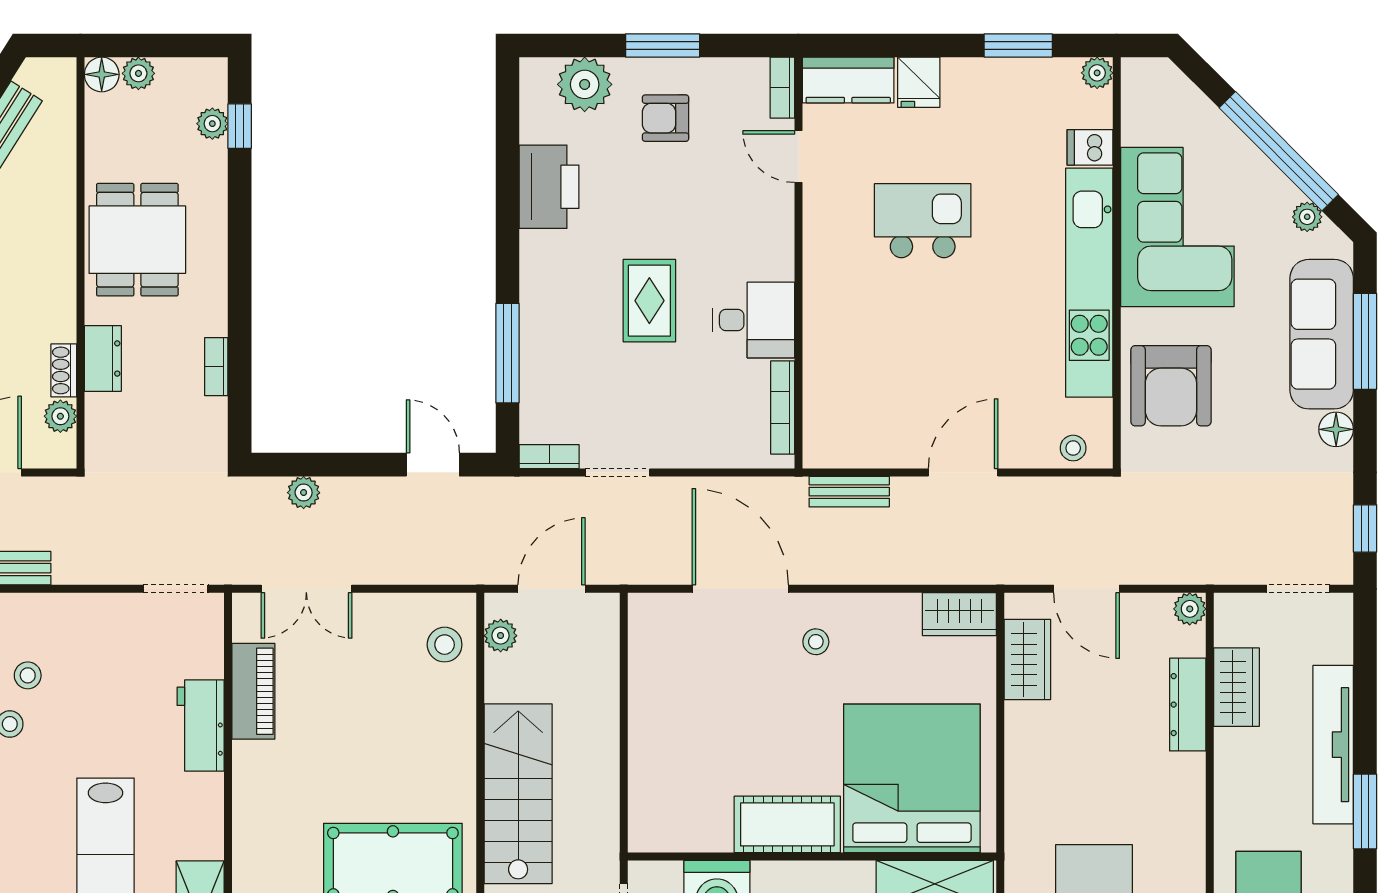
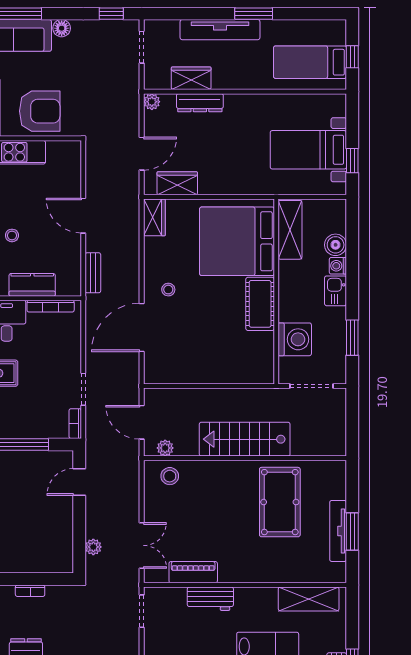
kitchen counter: (825, 371) -> (32, 285), added
stool: (1073, 448) -> (12, 235), moved

